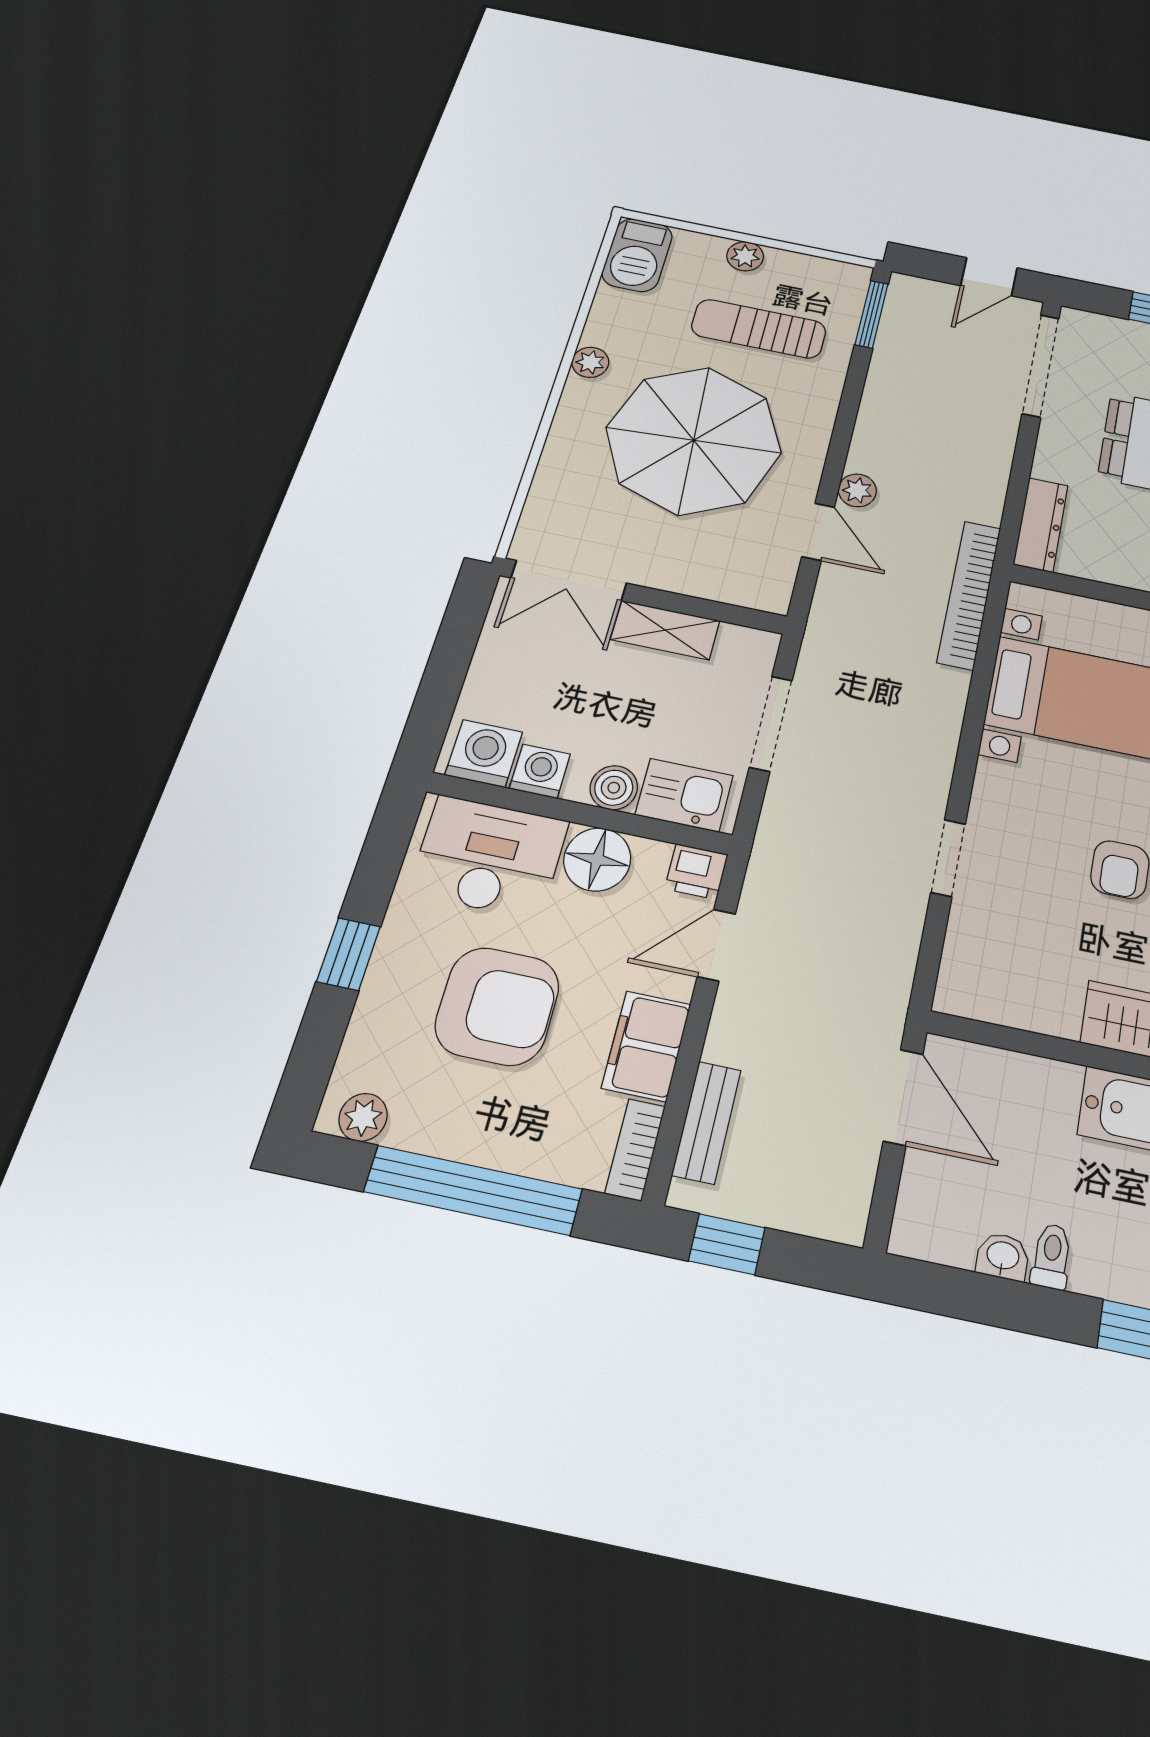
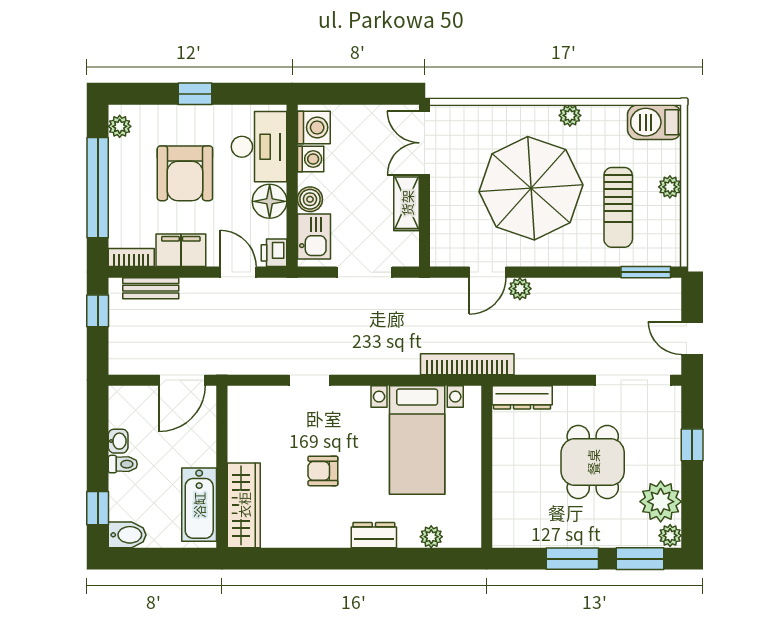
sun lounger: (759, 329) -> (618, 207), turned 180

